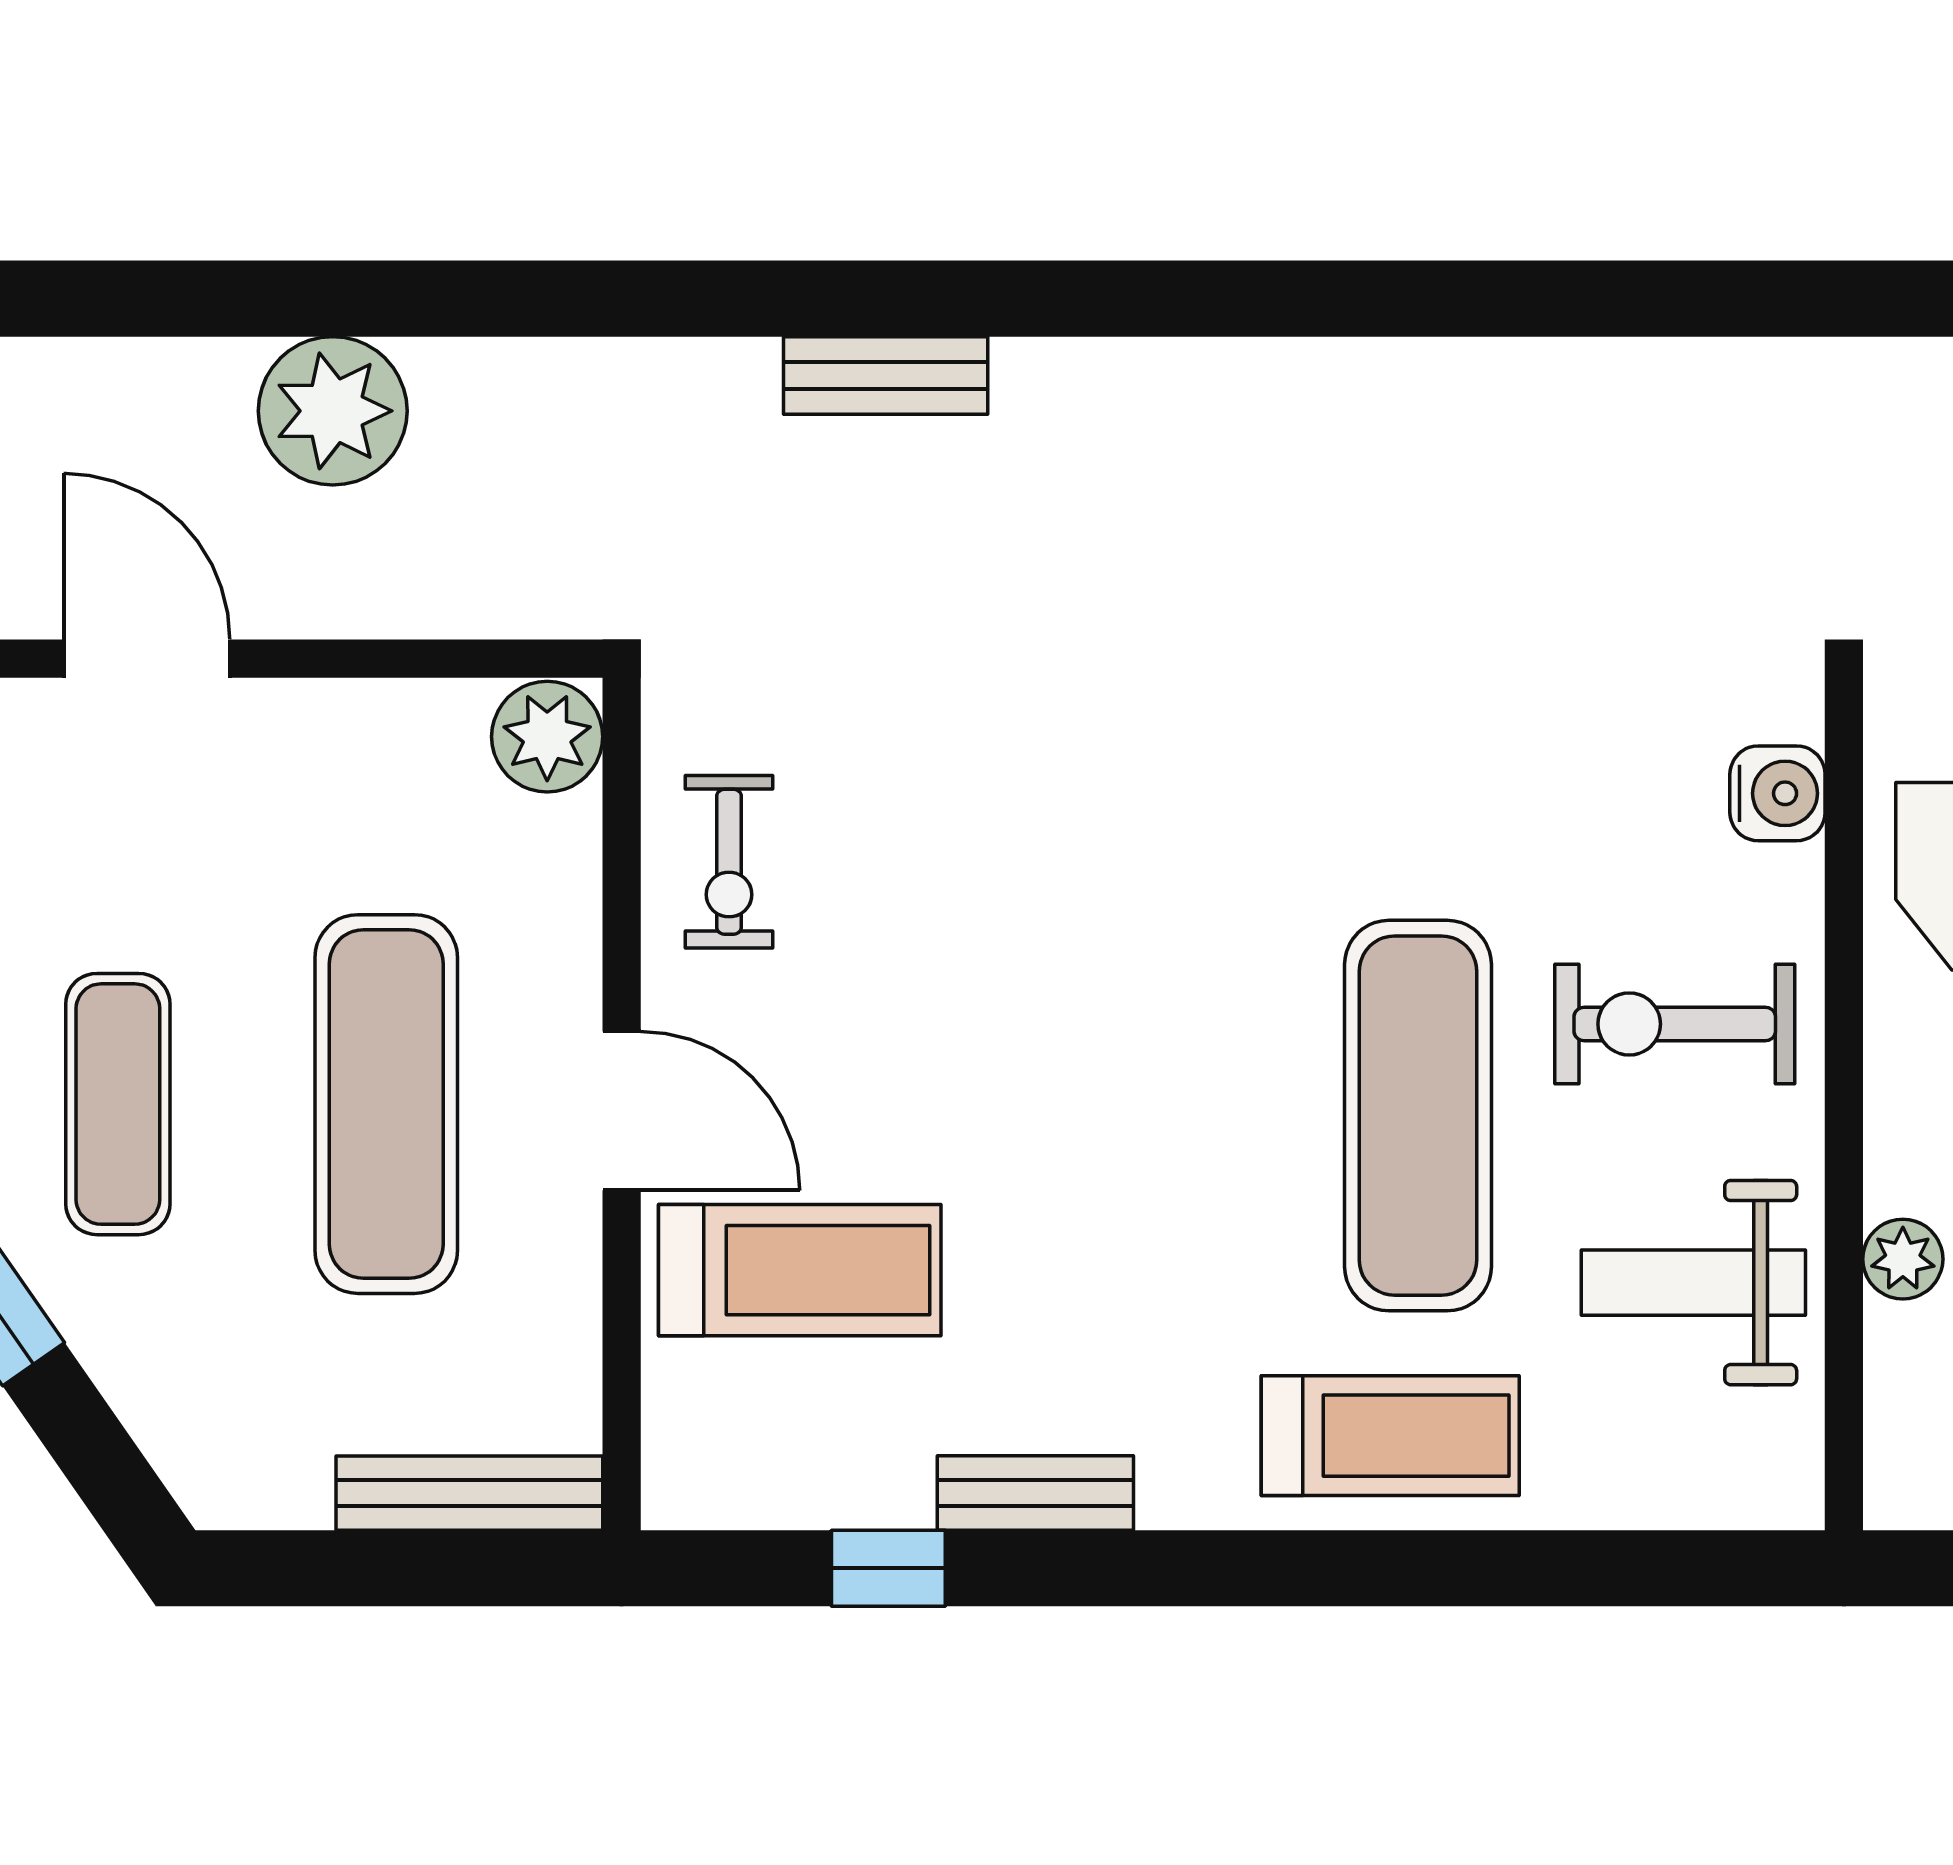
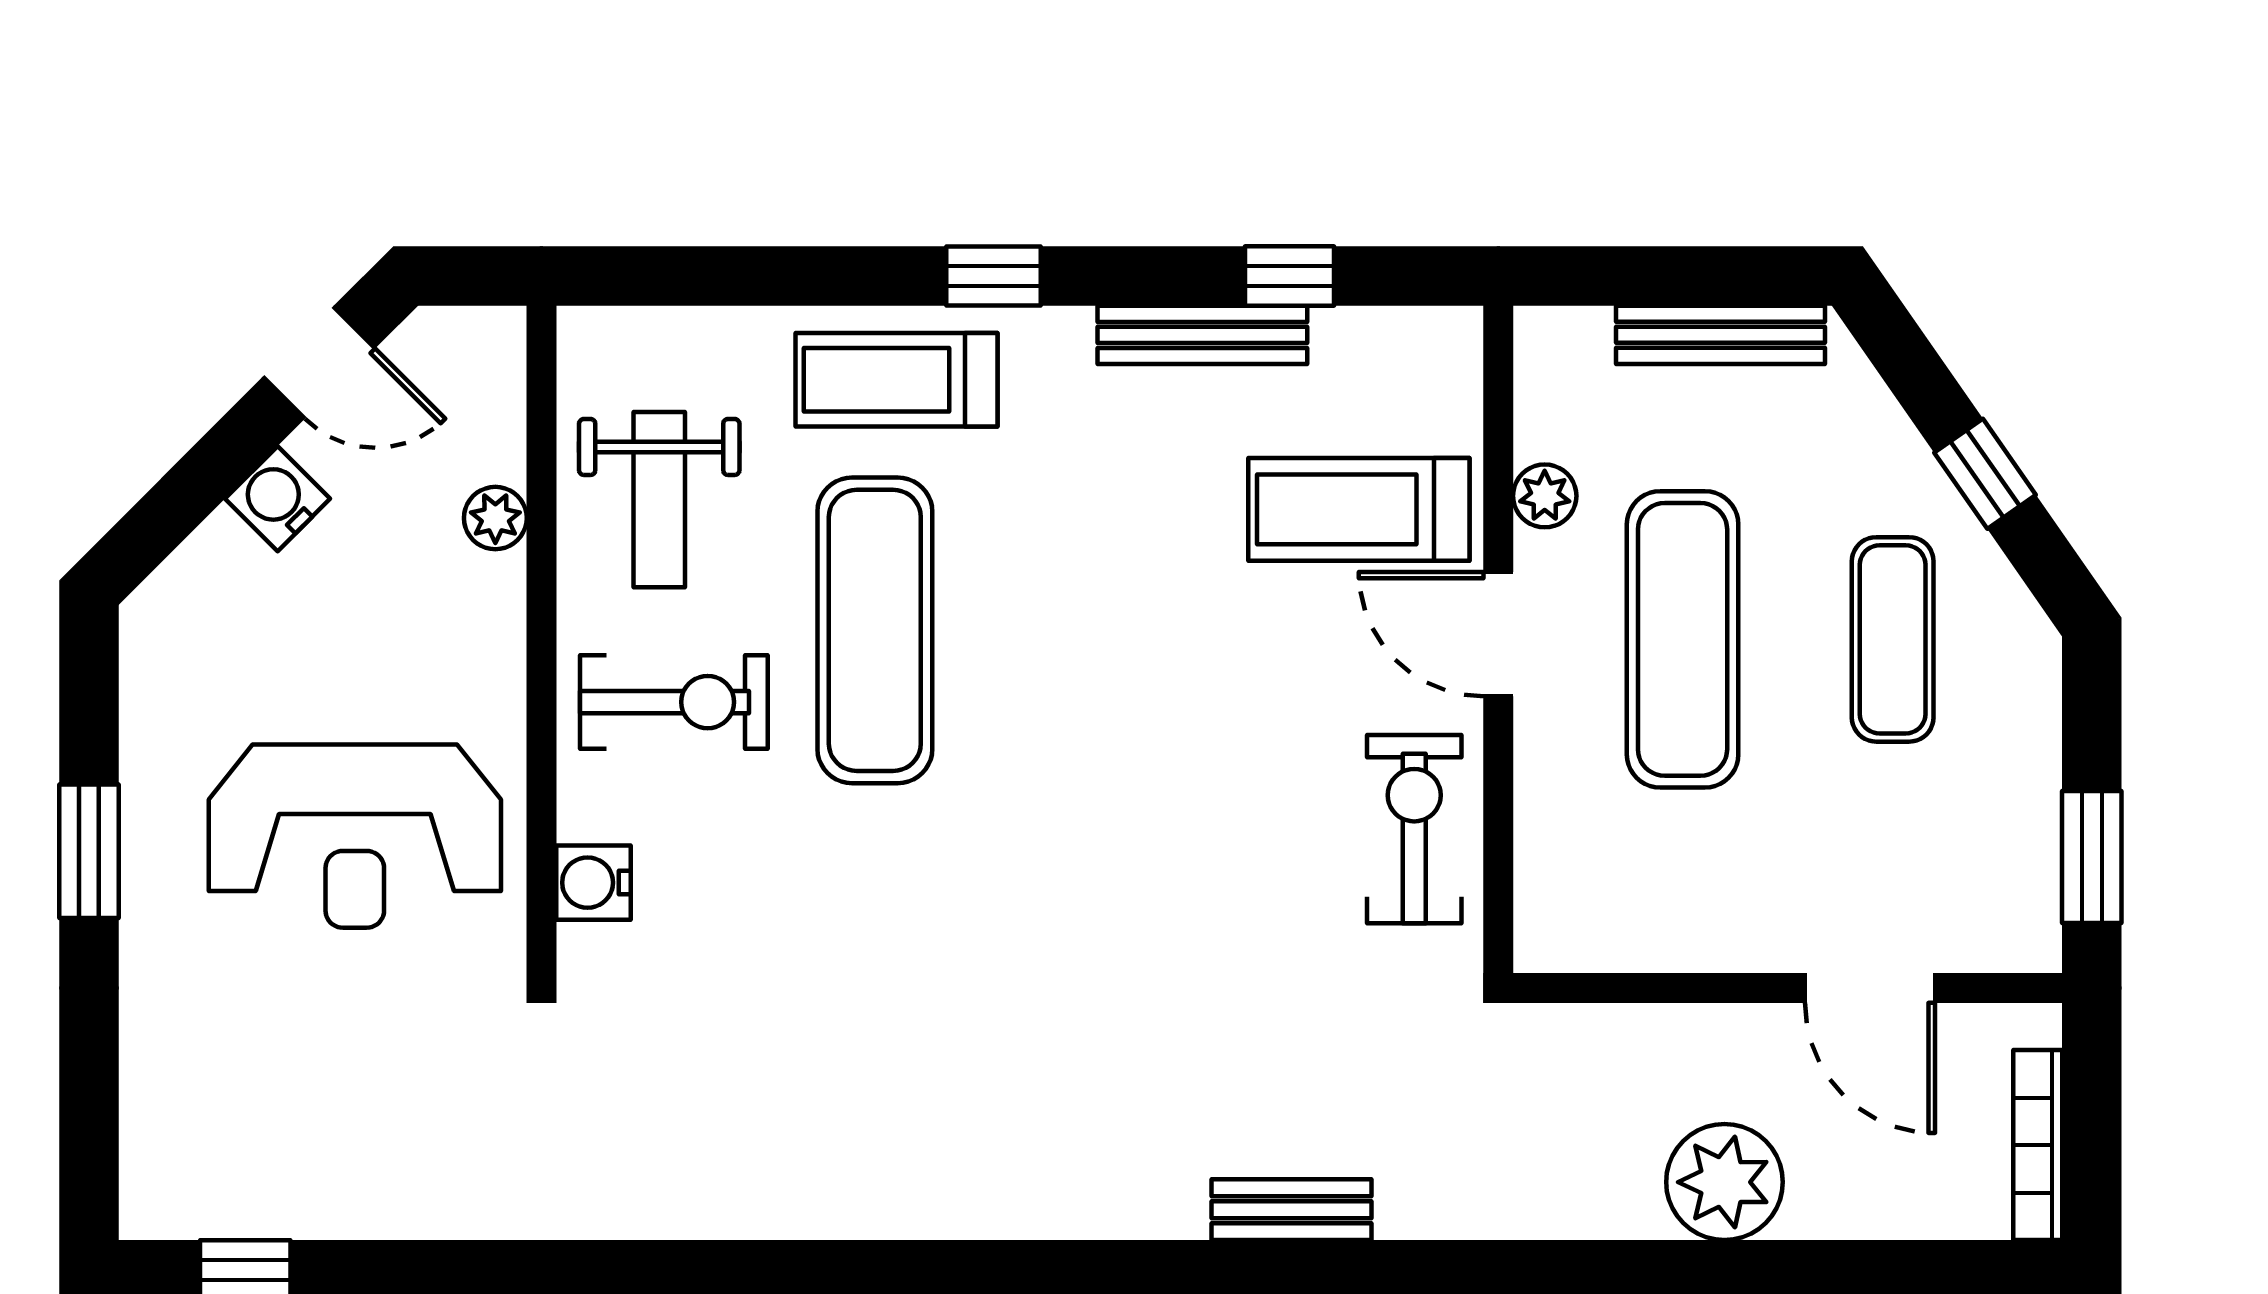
plant: (547, 737) -> (1545, 496), moved, width x0.73, depth x0.73
exercise bike: (729, 862) -> (1414, 829), width x1.38, depth x1.39
weight bench: (1693, 1283) -> (659, 500), turned 90
bench: (469, 1493) -> (1720, 335), moved
bench: (1035, 1493) -> (1202, 335), width x1.36
window: (1266, 1568) -> (993, 276), added

